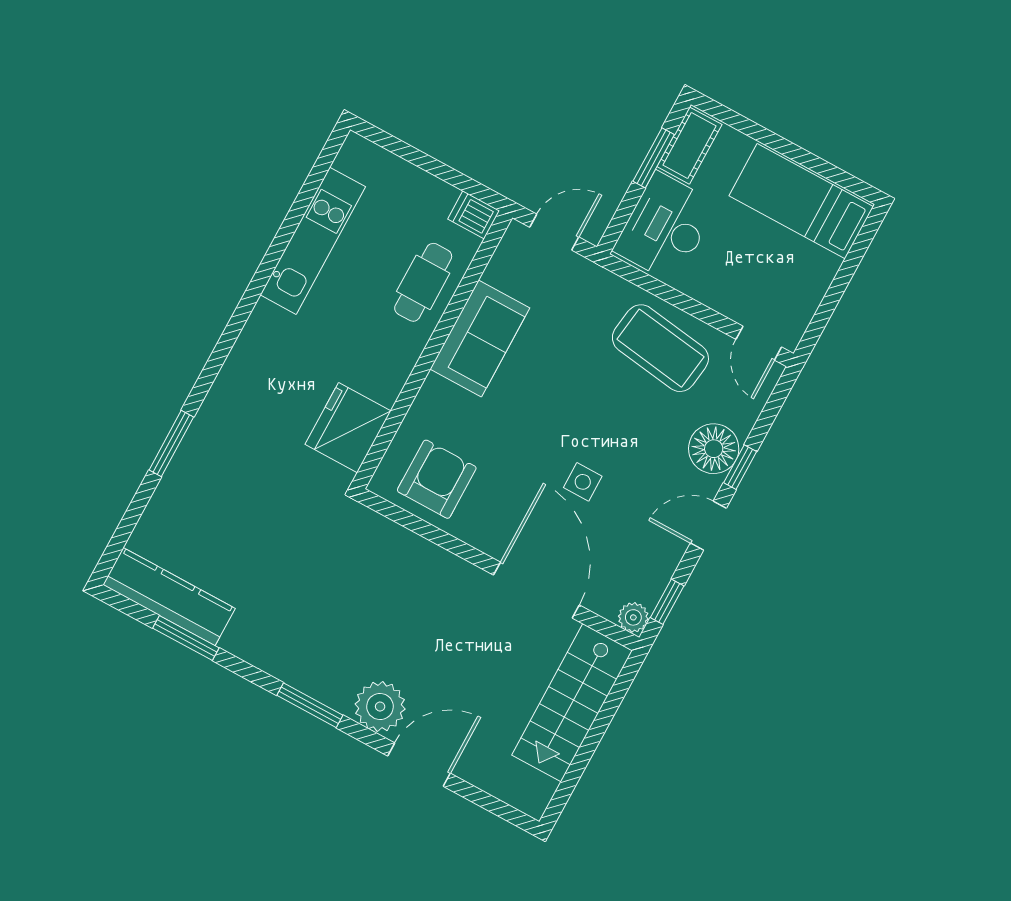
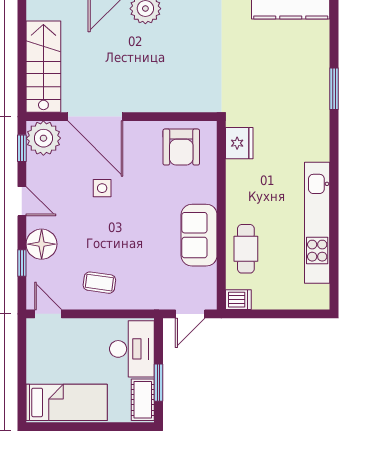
kitchen unit: (313, 241) -> (317, 223), width x1.36
coffee table: (660, 348) -> (99, 283), width x0.54, depth x0.58
fridge: (348, 428) -> (239, 143), width x0.73, depth x0.75
window: (740, 467) -> (22, 263), moved
door: (708, 526) -> (22, 201), hinge flipped
plant: (633, 617) -> (43, 138), width x1.88, depth x1.88

